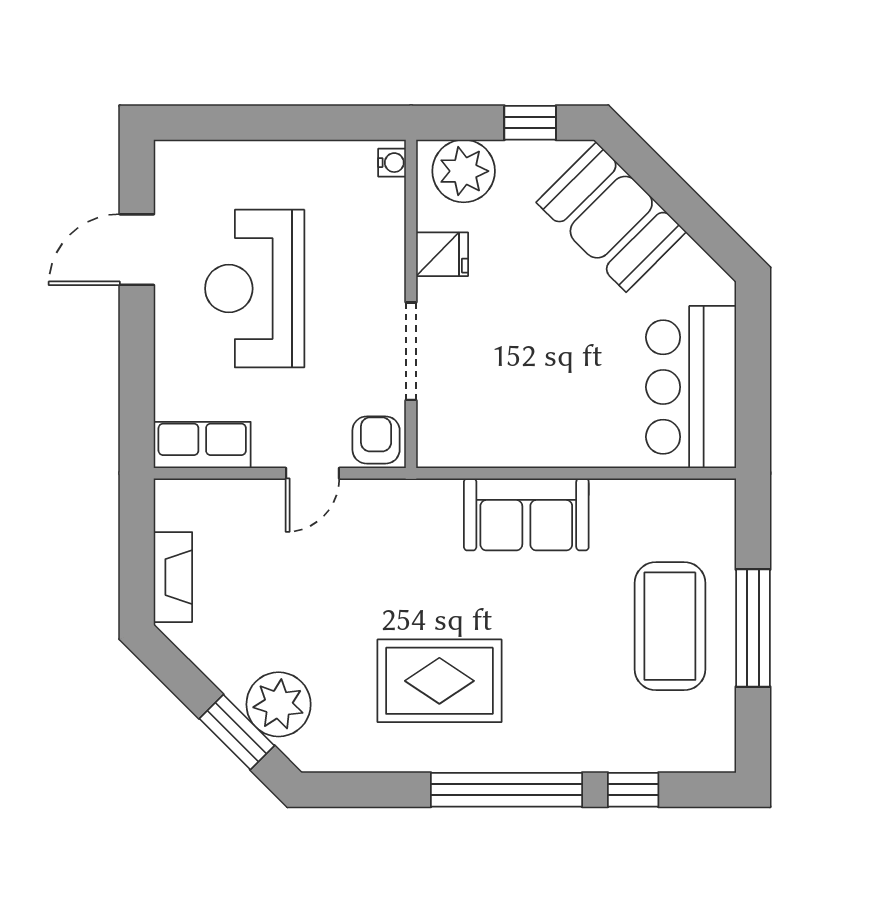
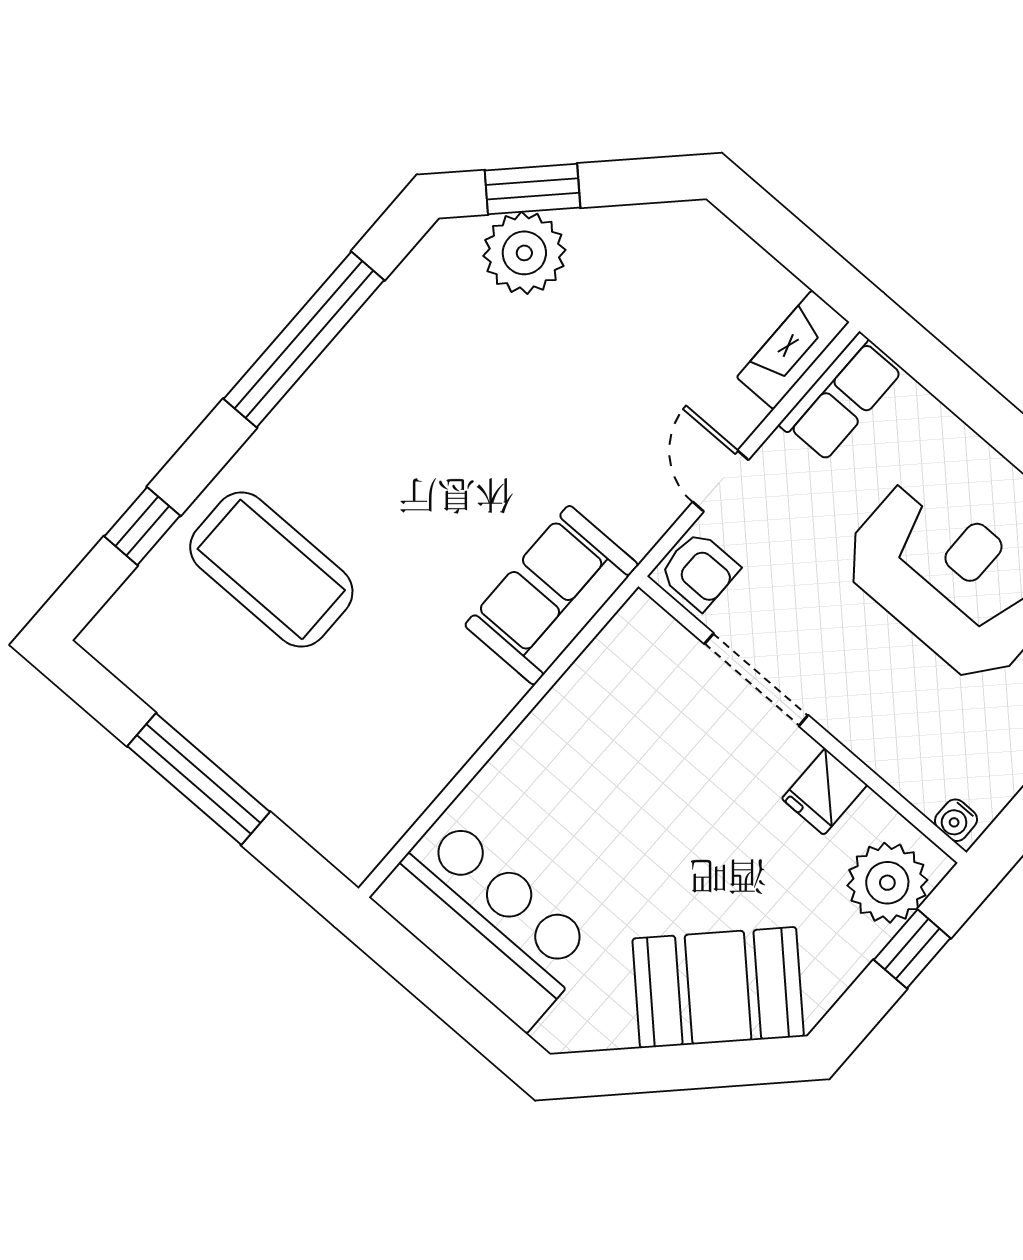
window: (530, 123) -> (912, 949), moved
sofa: (526, 514) -> (552, 595), moved
fireplace: (173, 577) -> (793, 350), moved, turned 90
coffee table: (670, 626) -> (271, 570), moved
rug: (439, 681) -> (412, 429), removed
window: (507, 790) -> (304, 339), moved

